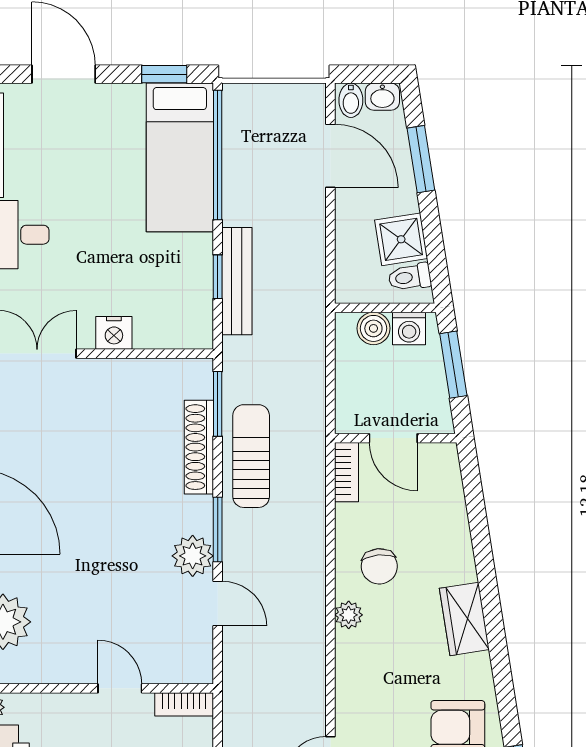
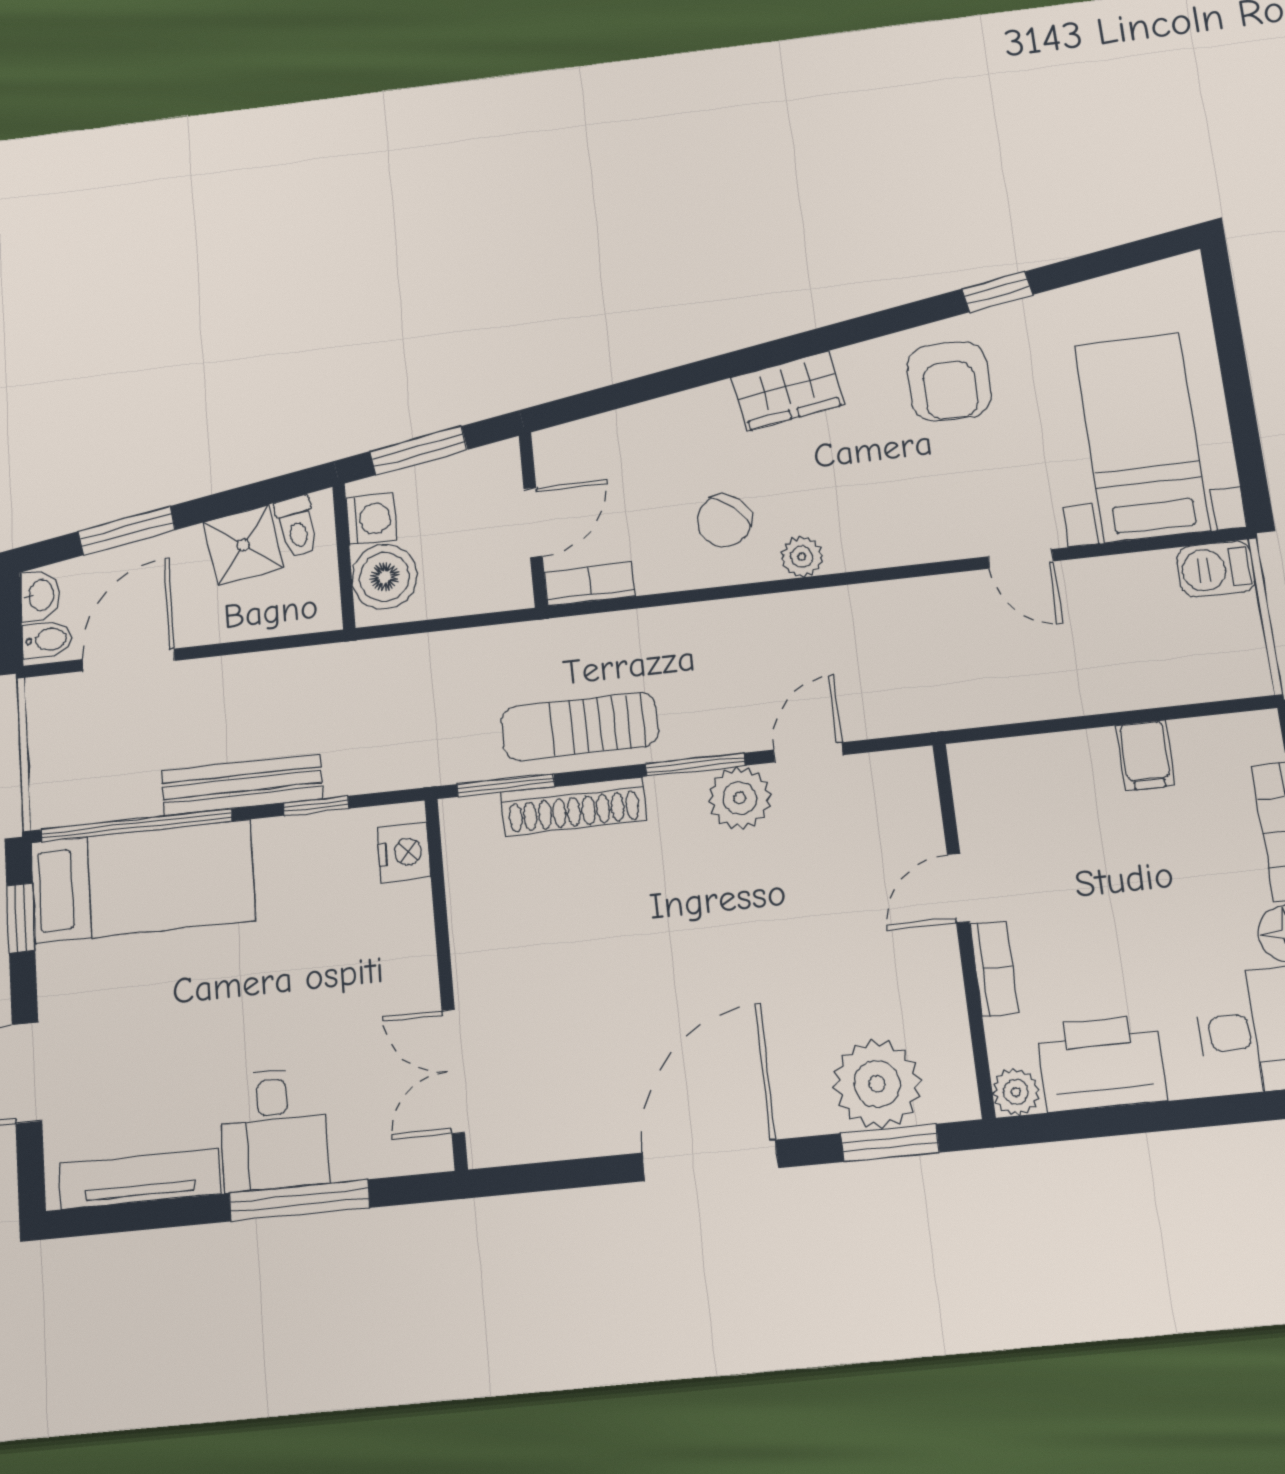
bench: (237, 281) -> (242, 785), moved
boiler: (373, 328) -> (384, 577), width x1.36, depth x1.36
nightstand: (114, 333) -> (404, 852), moved
chair: (379, 566) -> (724, 521), turned 136
bookcase: (184, 704) -> (994, 968), moved

